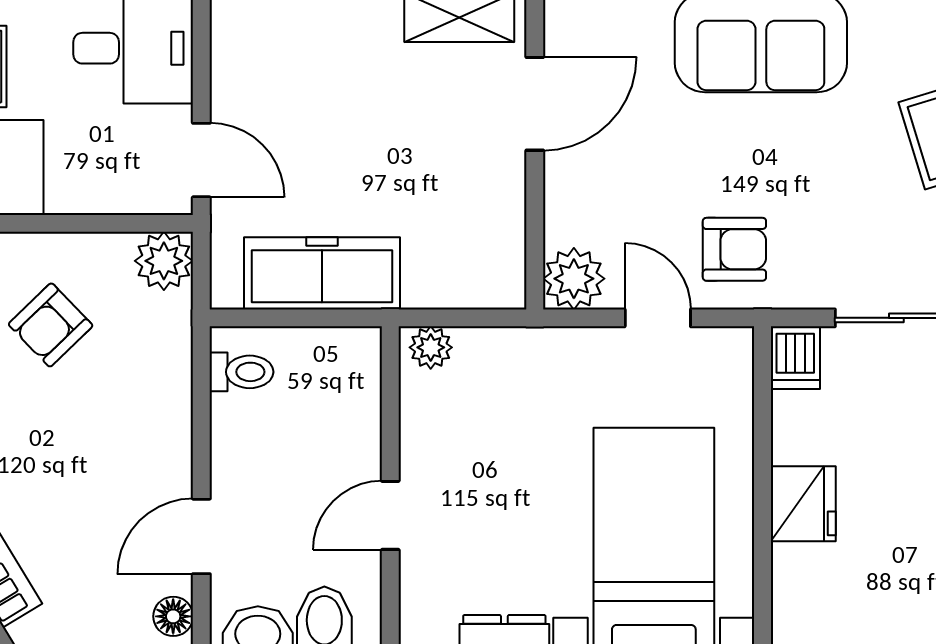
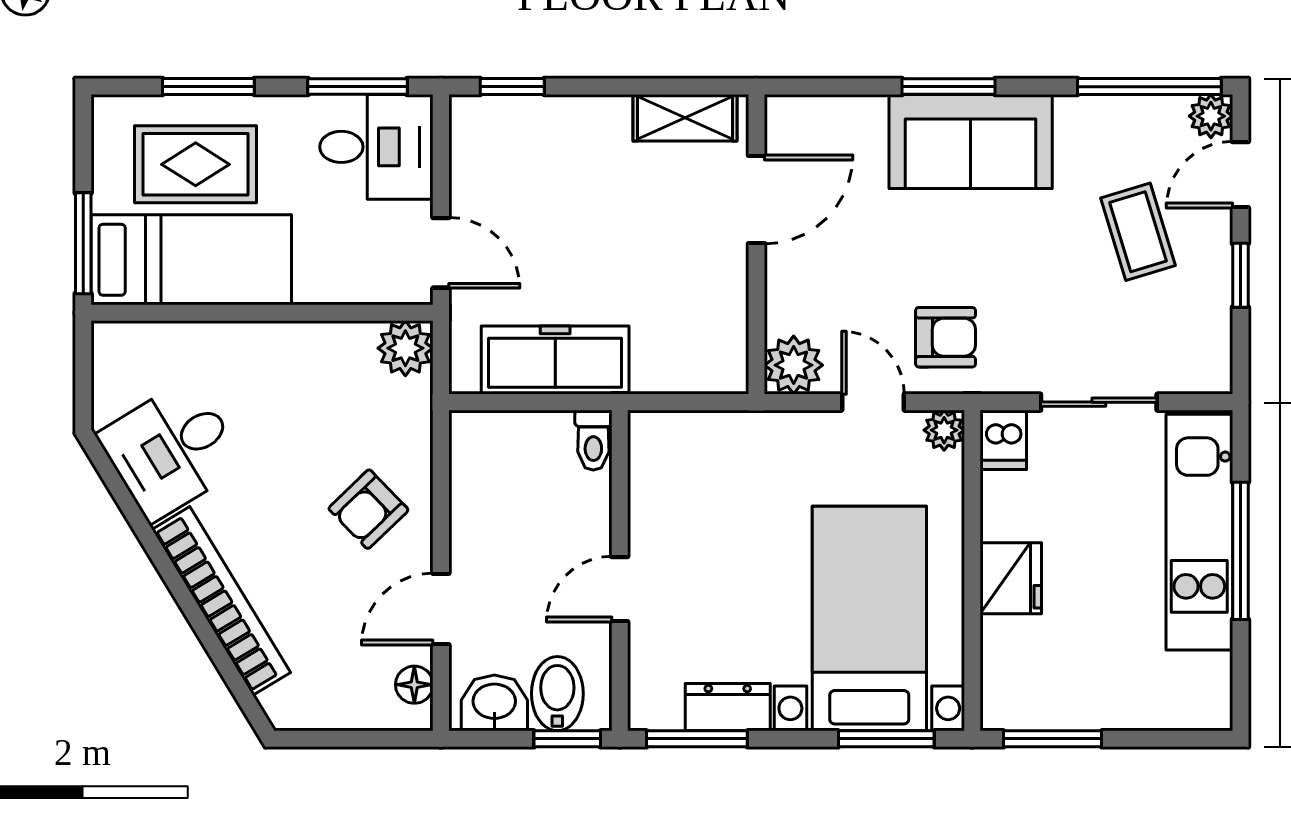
armchair: (51, 325) -> (368, 509), moved
plant: (431, 347) -> (944, 430), moved
toilet: (241, 372) -> (593, 440), moved, turned 90

